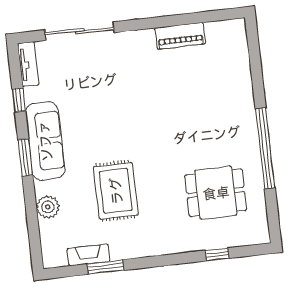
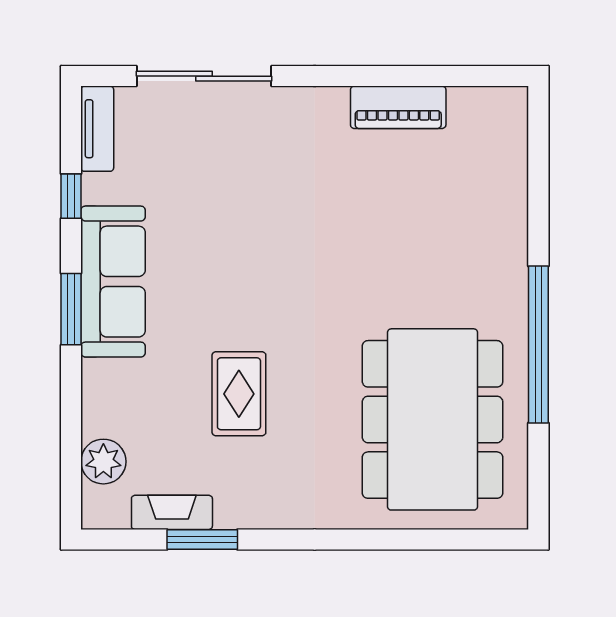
rug: (116, 191) -> (239, 394), width x0.73, depth x0.70
dining table: (216, 193) -> (433, 419), width x1.88, depth x1.24
plant: (48, 207) -> (103, 462), moved
window: (217, 254) -> (422, 540), removed

